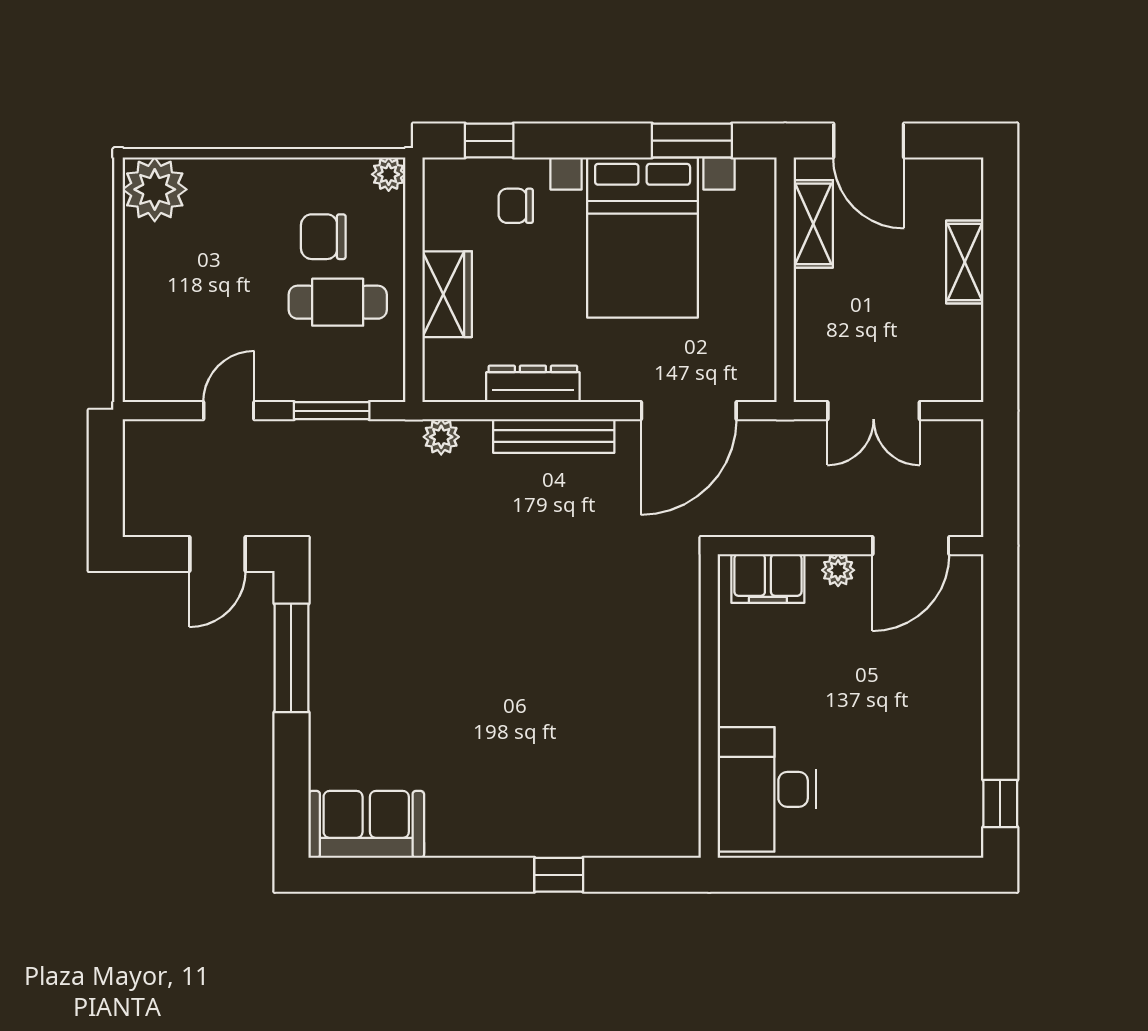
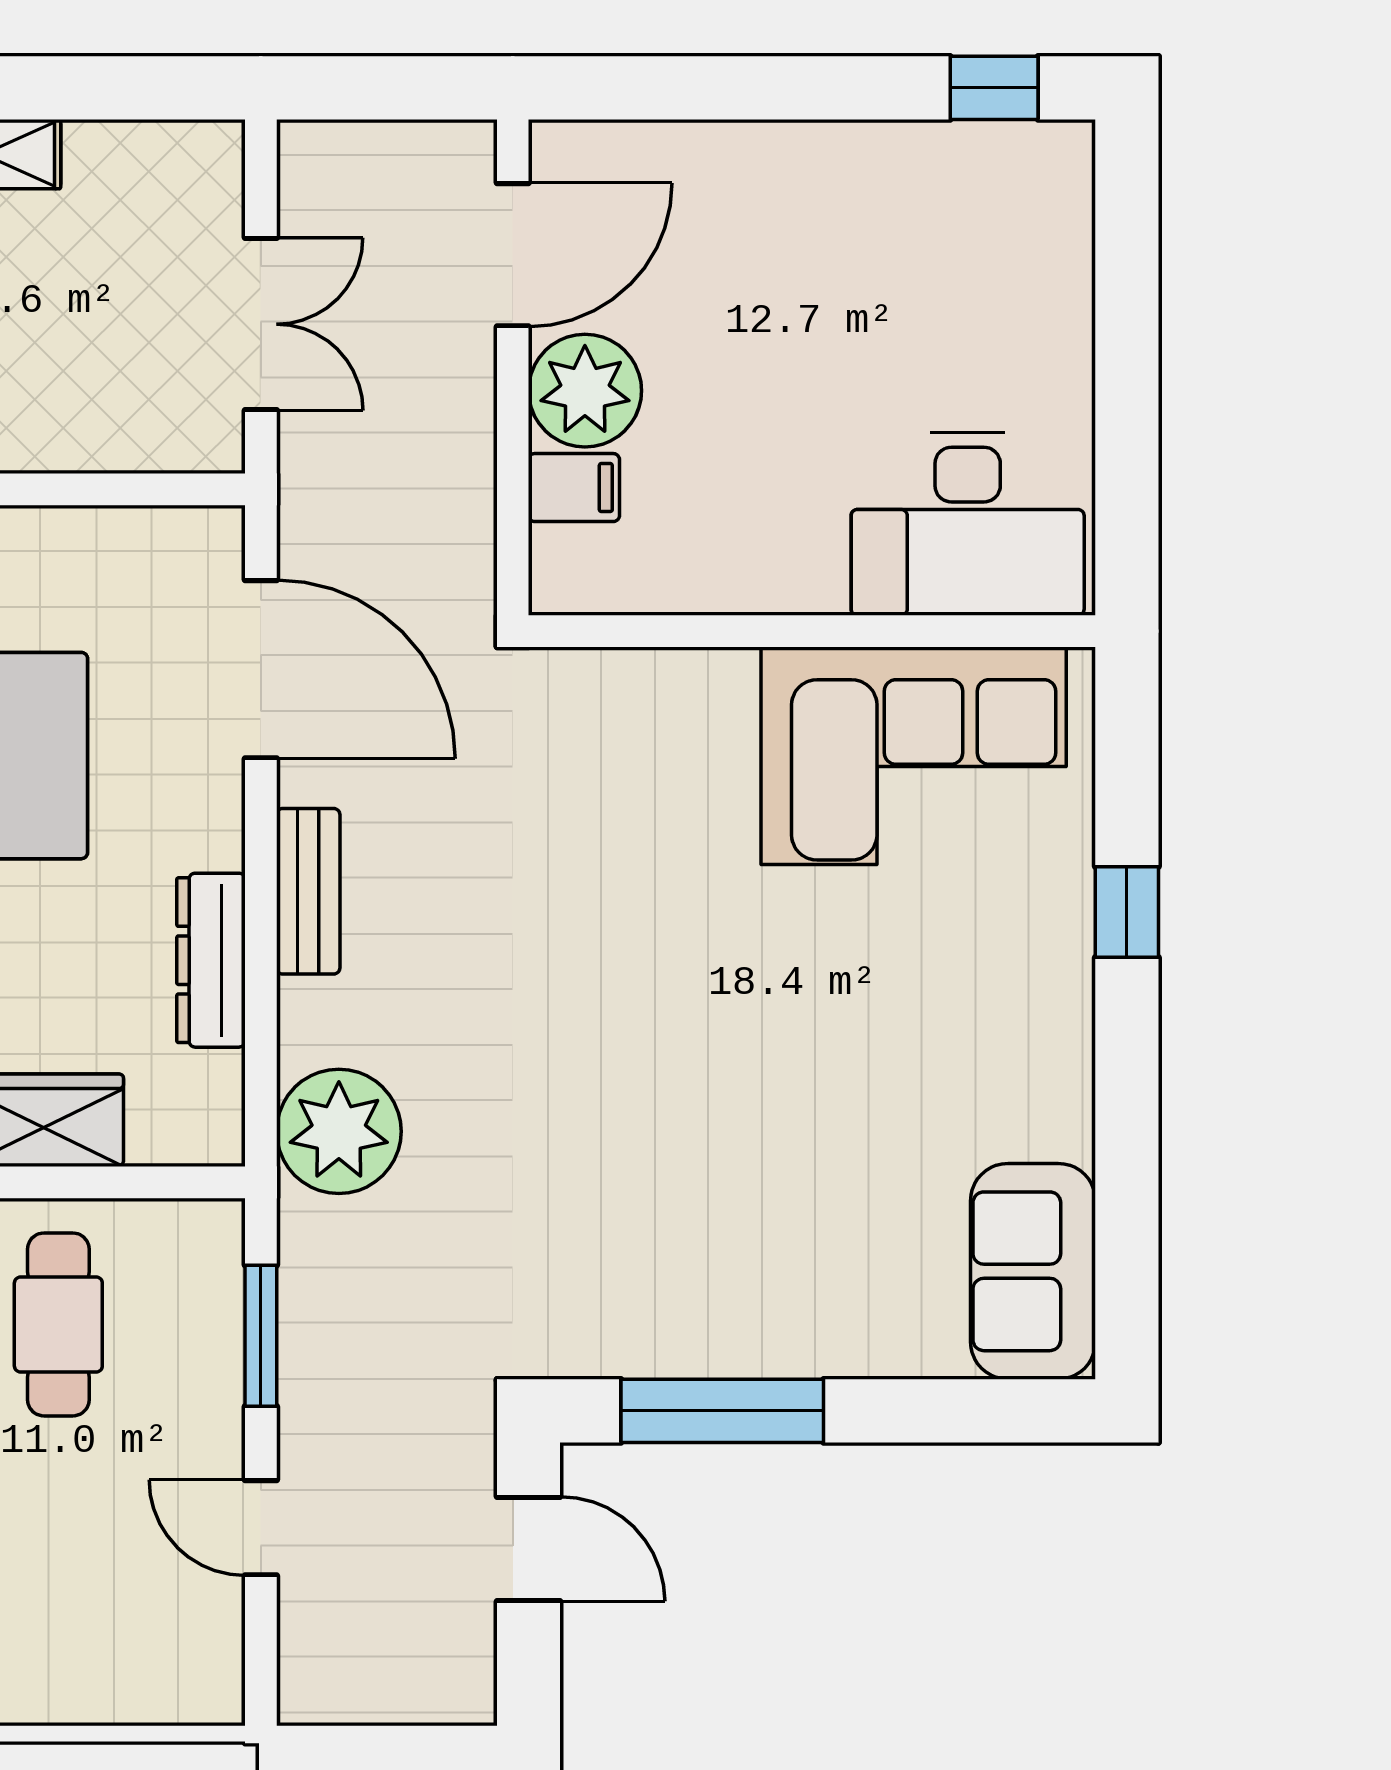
bench: (554, 436) -> (308, 891), width x0.73
plant: (441, 437) -> (339, 1131), width x1.88, depth x1.88
door: (911, 546) -> (513, 255), hinge flipped
plant: (838, 570) -> (585, 391), width x1.87, depth x1.87
filing cabinet: (768, 578) -> (574, 488), width x0.50
corner sofa: (642, 760) -> (914, 756), added

